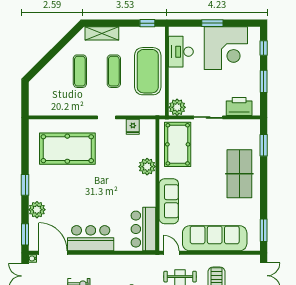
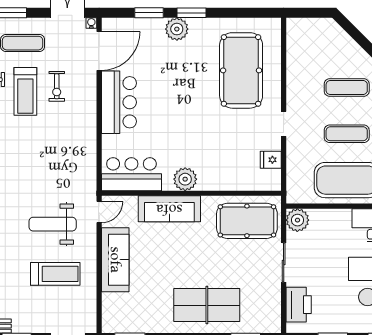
plant: (147, 167) -> (185, 179), moved
plant: (37, 210) -> (177, 29), moved
window: (25, 234) -> (149, 13), moved
sofa: (215, 238) -> (115, 260), width x0.74, depth x0.79

